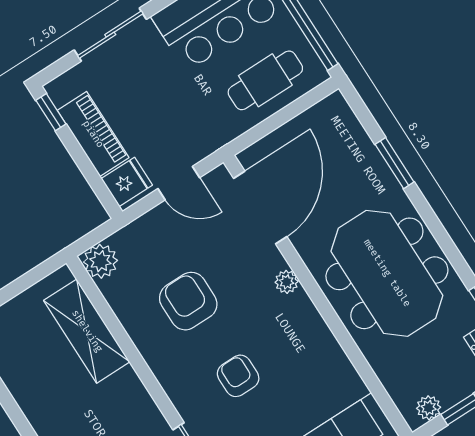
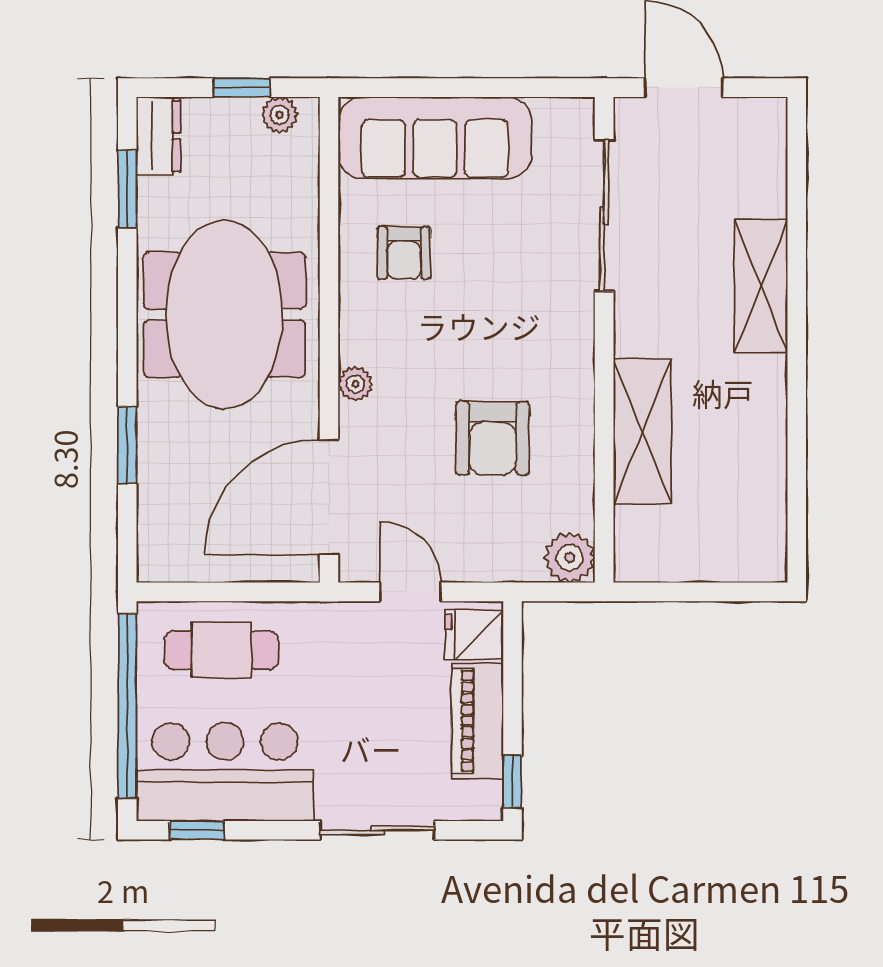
shelving: (87, 331) -> (642, 431), moved
armchair: (238, 376) -> (404, 253), moved

